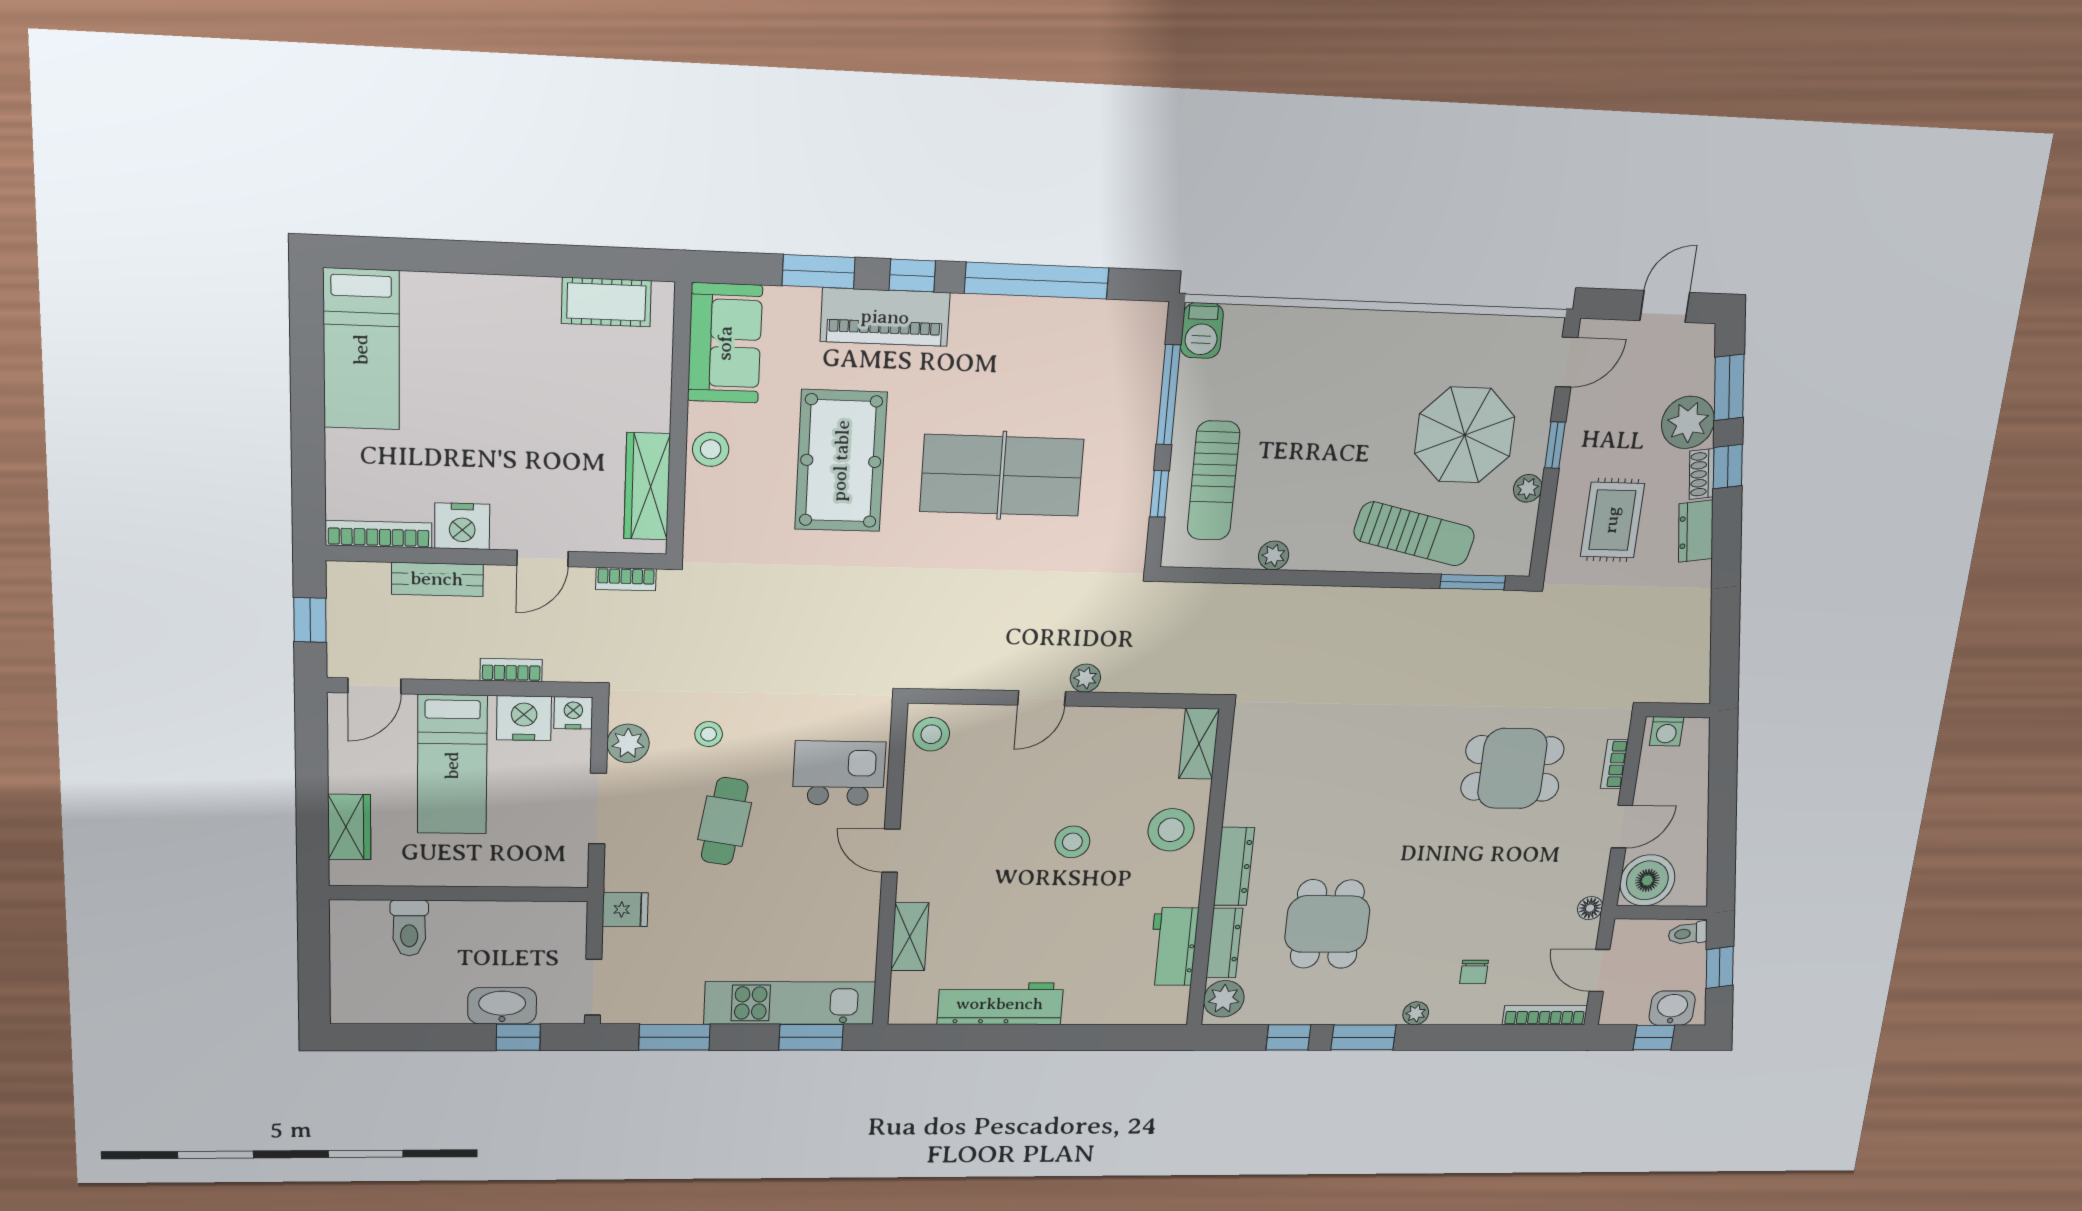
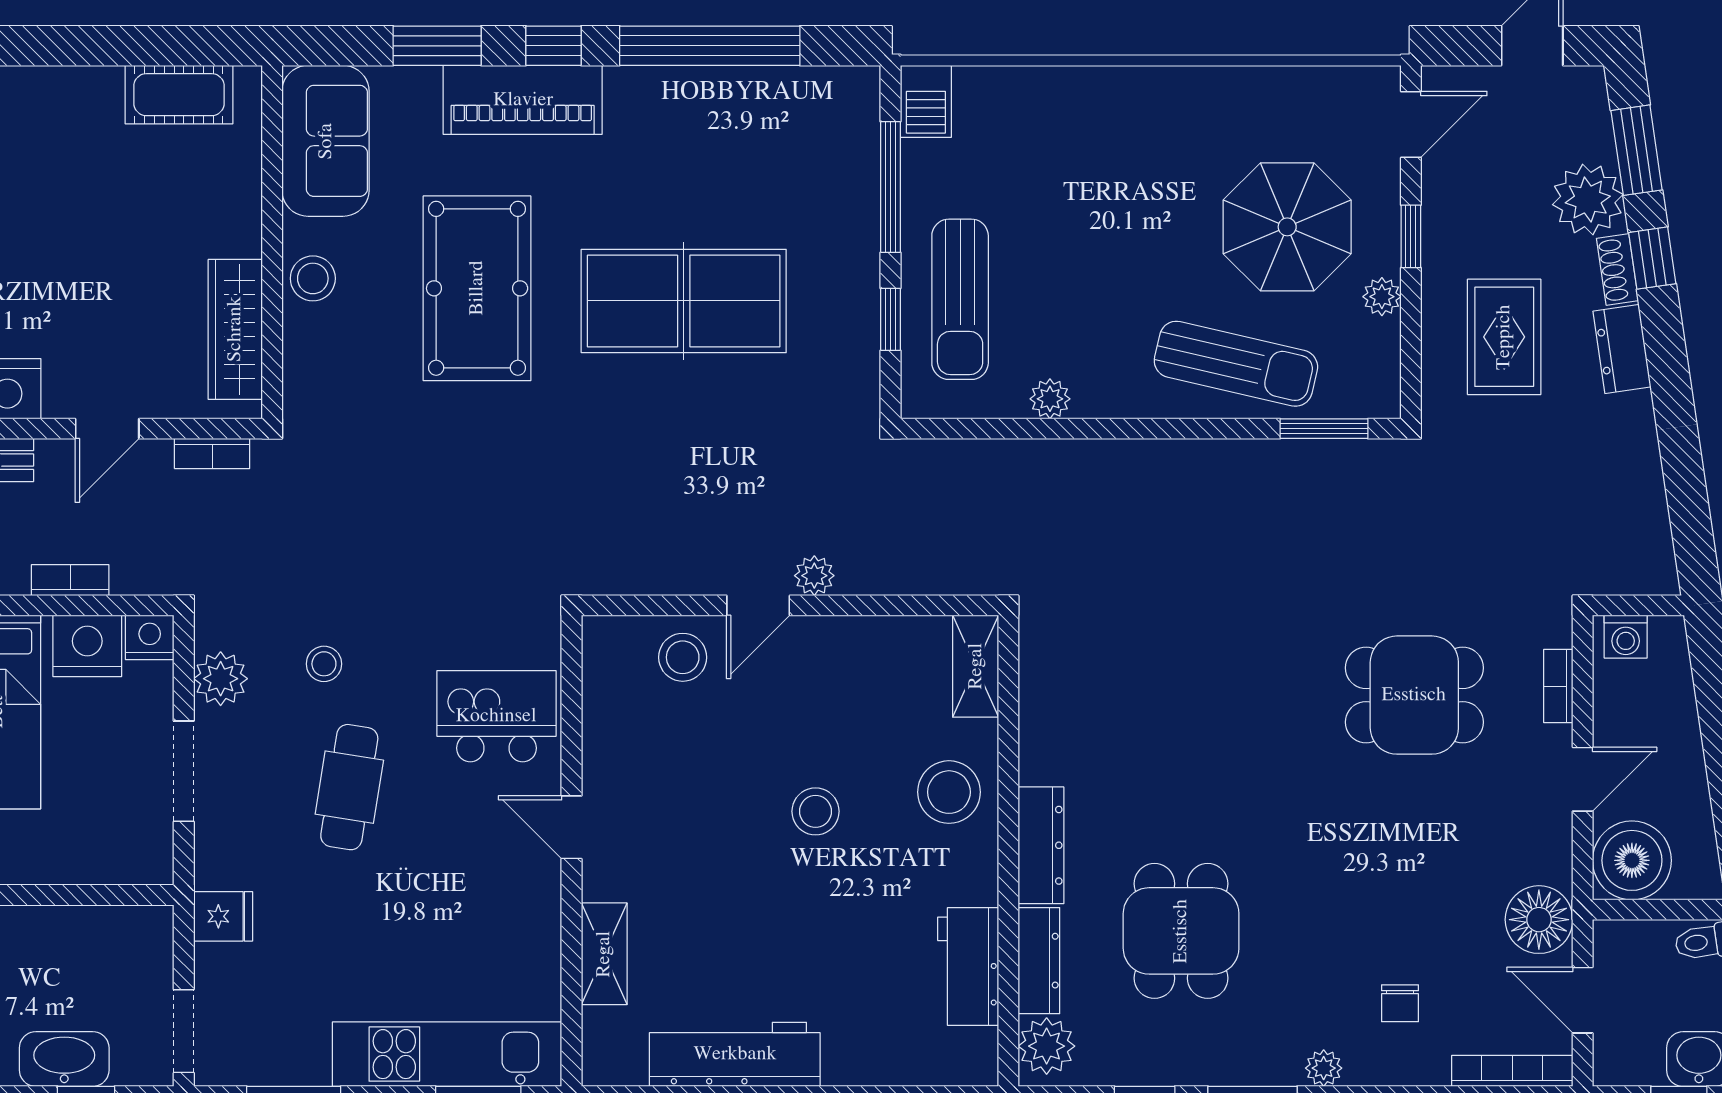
stool: (931, 734) -> (683, 657), moved
floor lamp: (1590, 908) -> (1539, 920), width x1.89, depth x1.89

